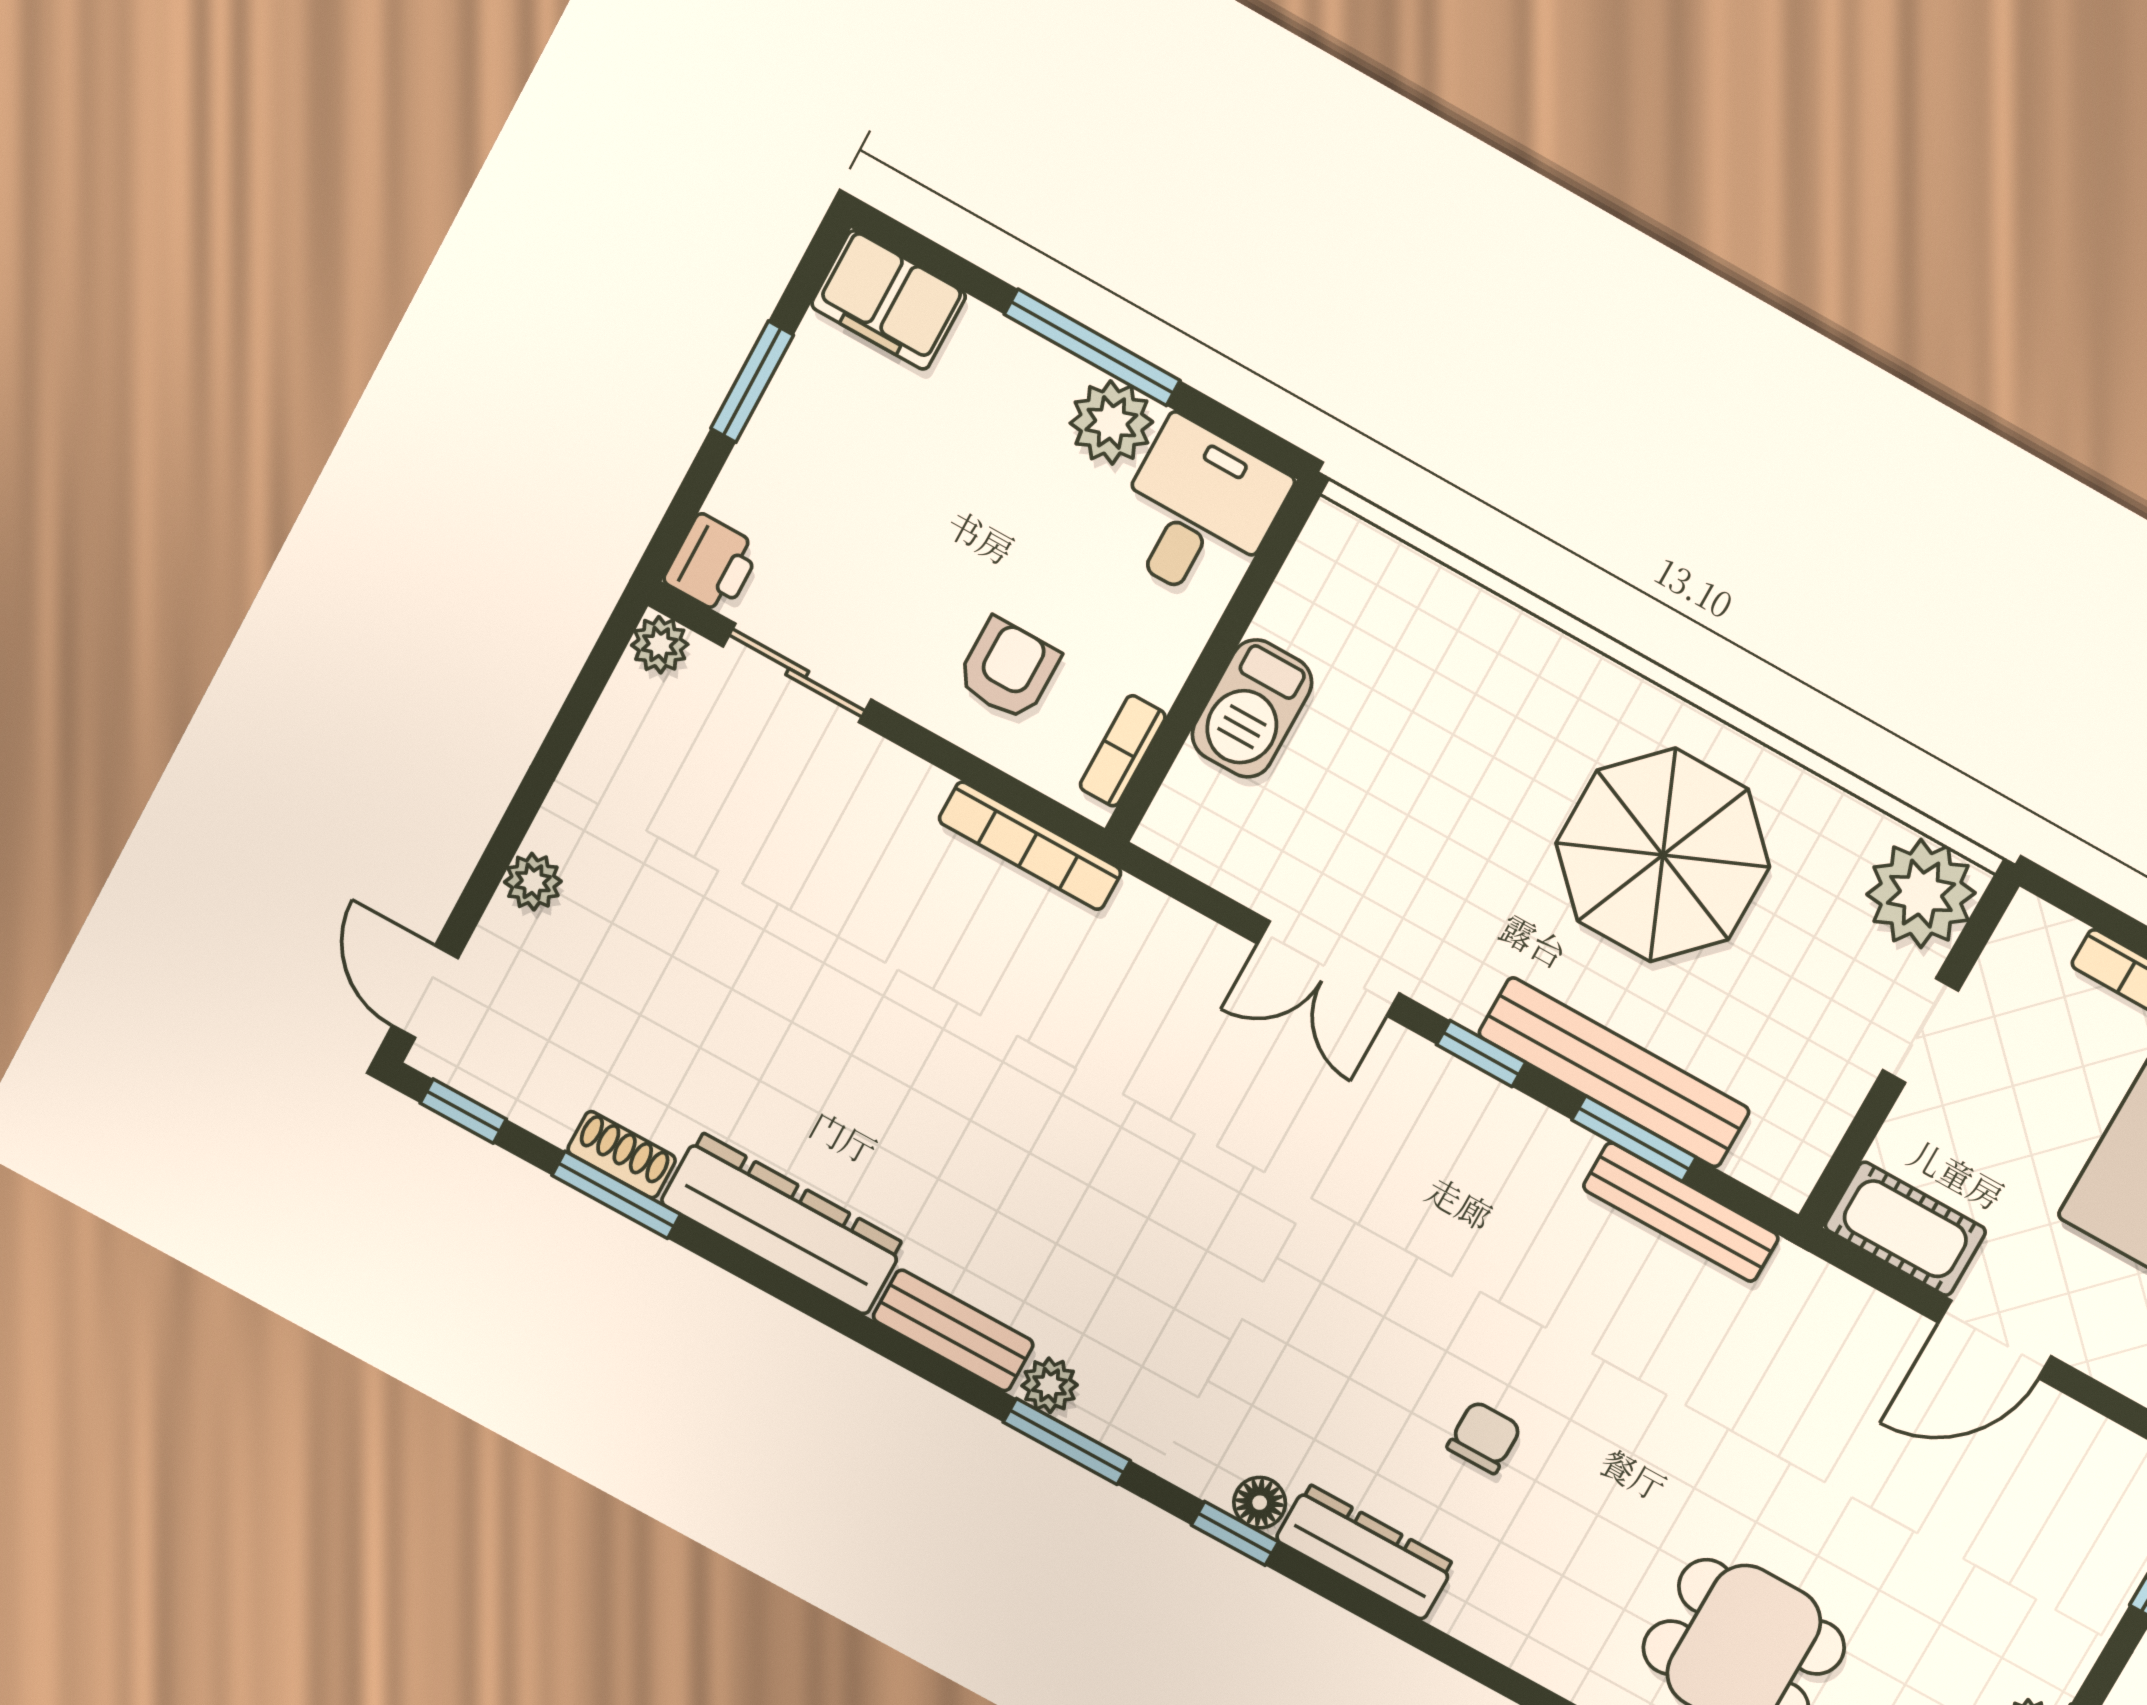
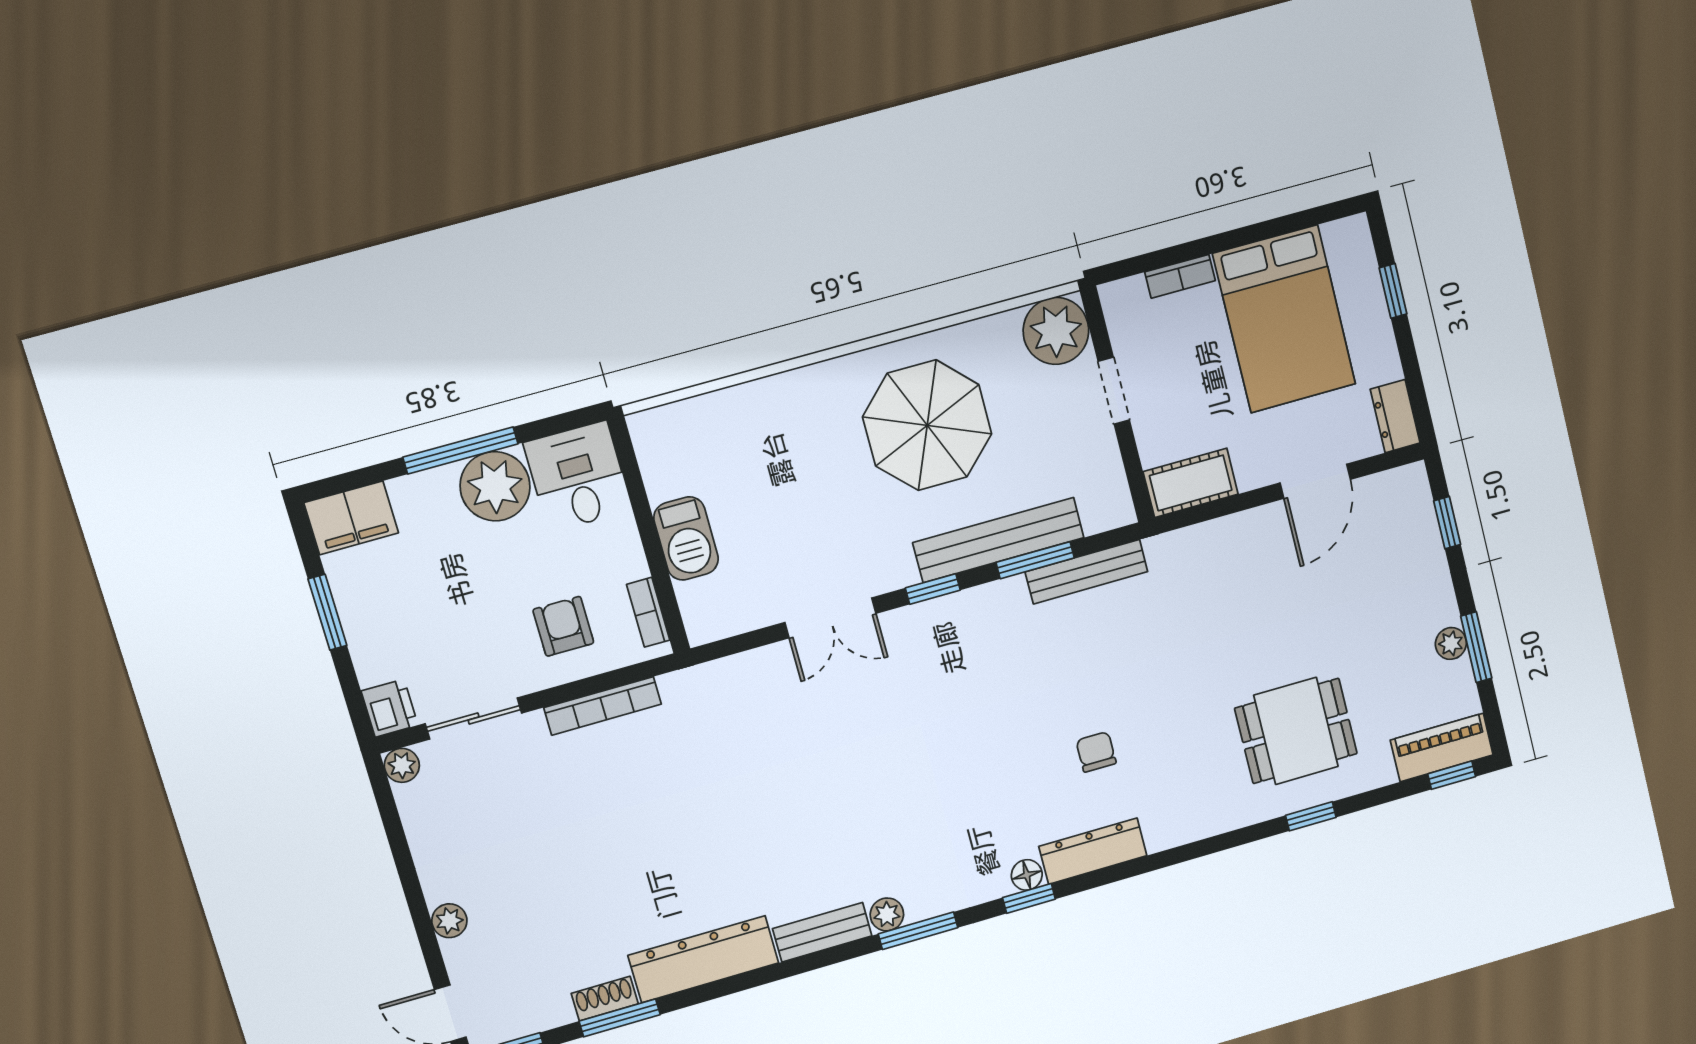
plant: (1111, 422) -> (495, 486), width x1.36, depth x1.36
bookcase: (1030, 846) -> (603, 706), moved
door: (1995, 1339) -> (1315, 481), moved

